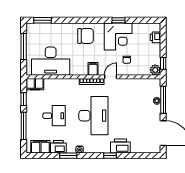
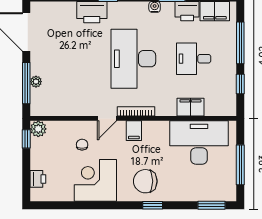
window: (119, 20) -> (153, 205), moved
filing cabinet: (35, 84) -> (190, 107), moved

